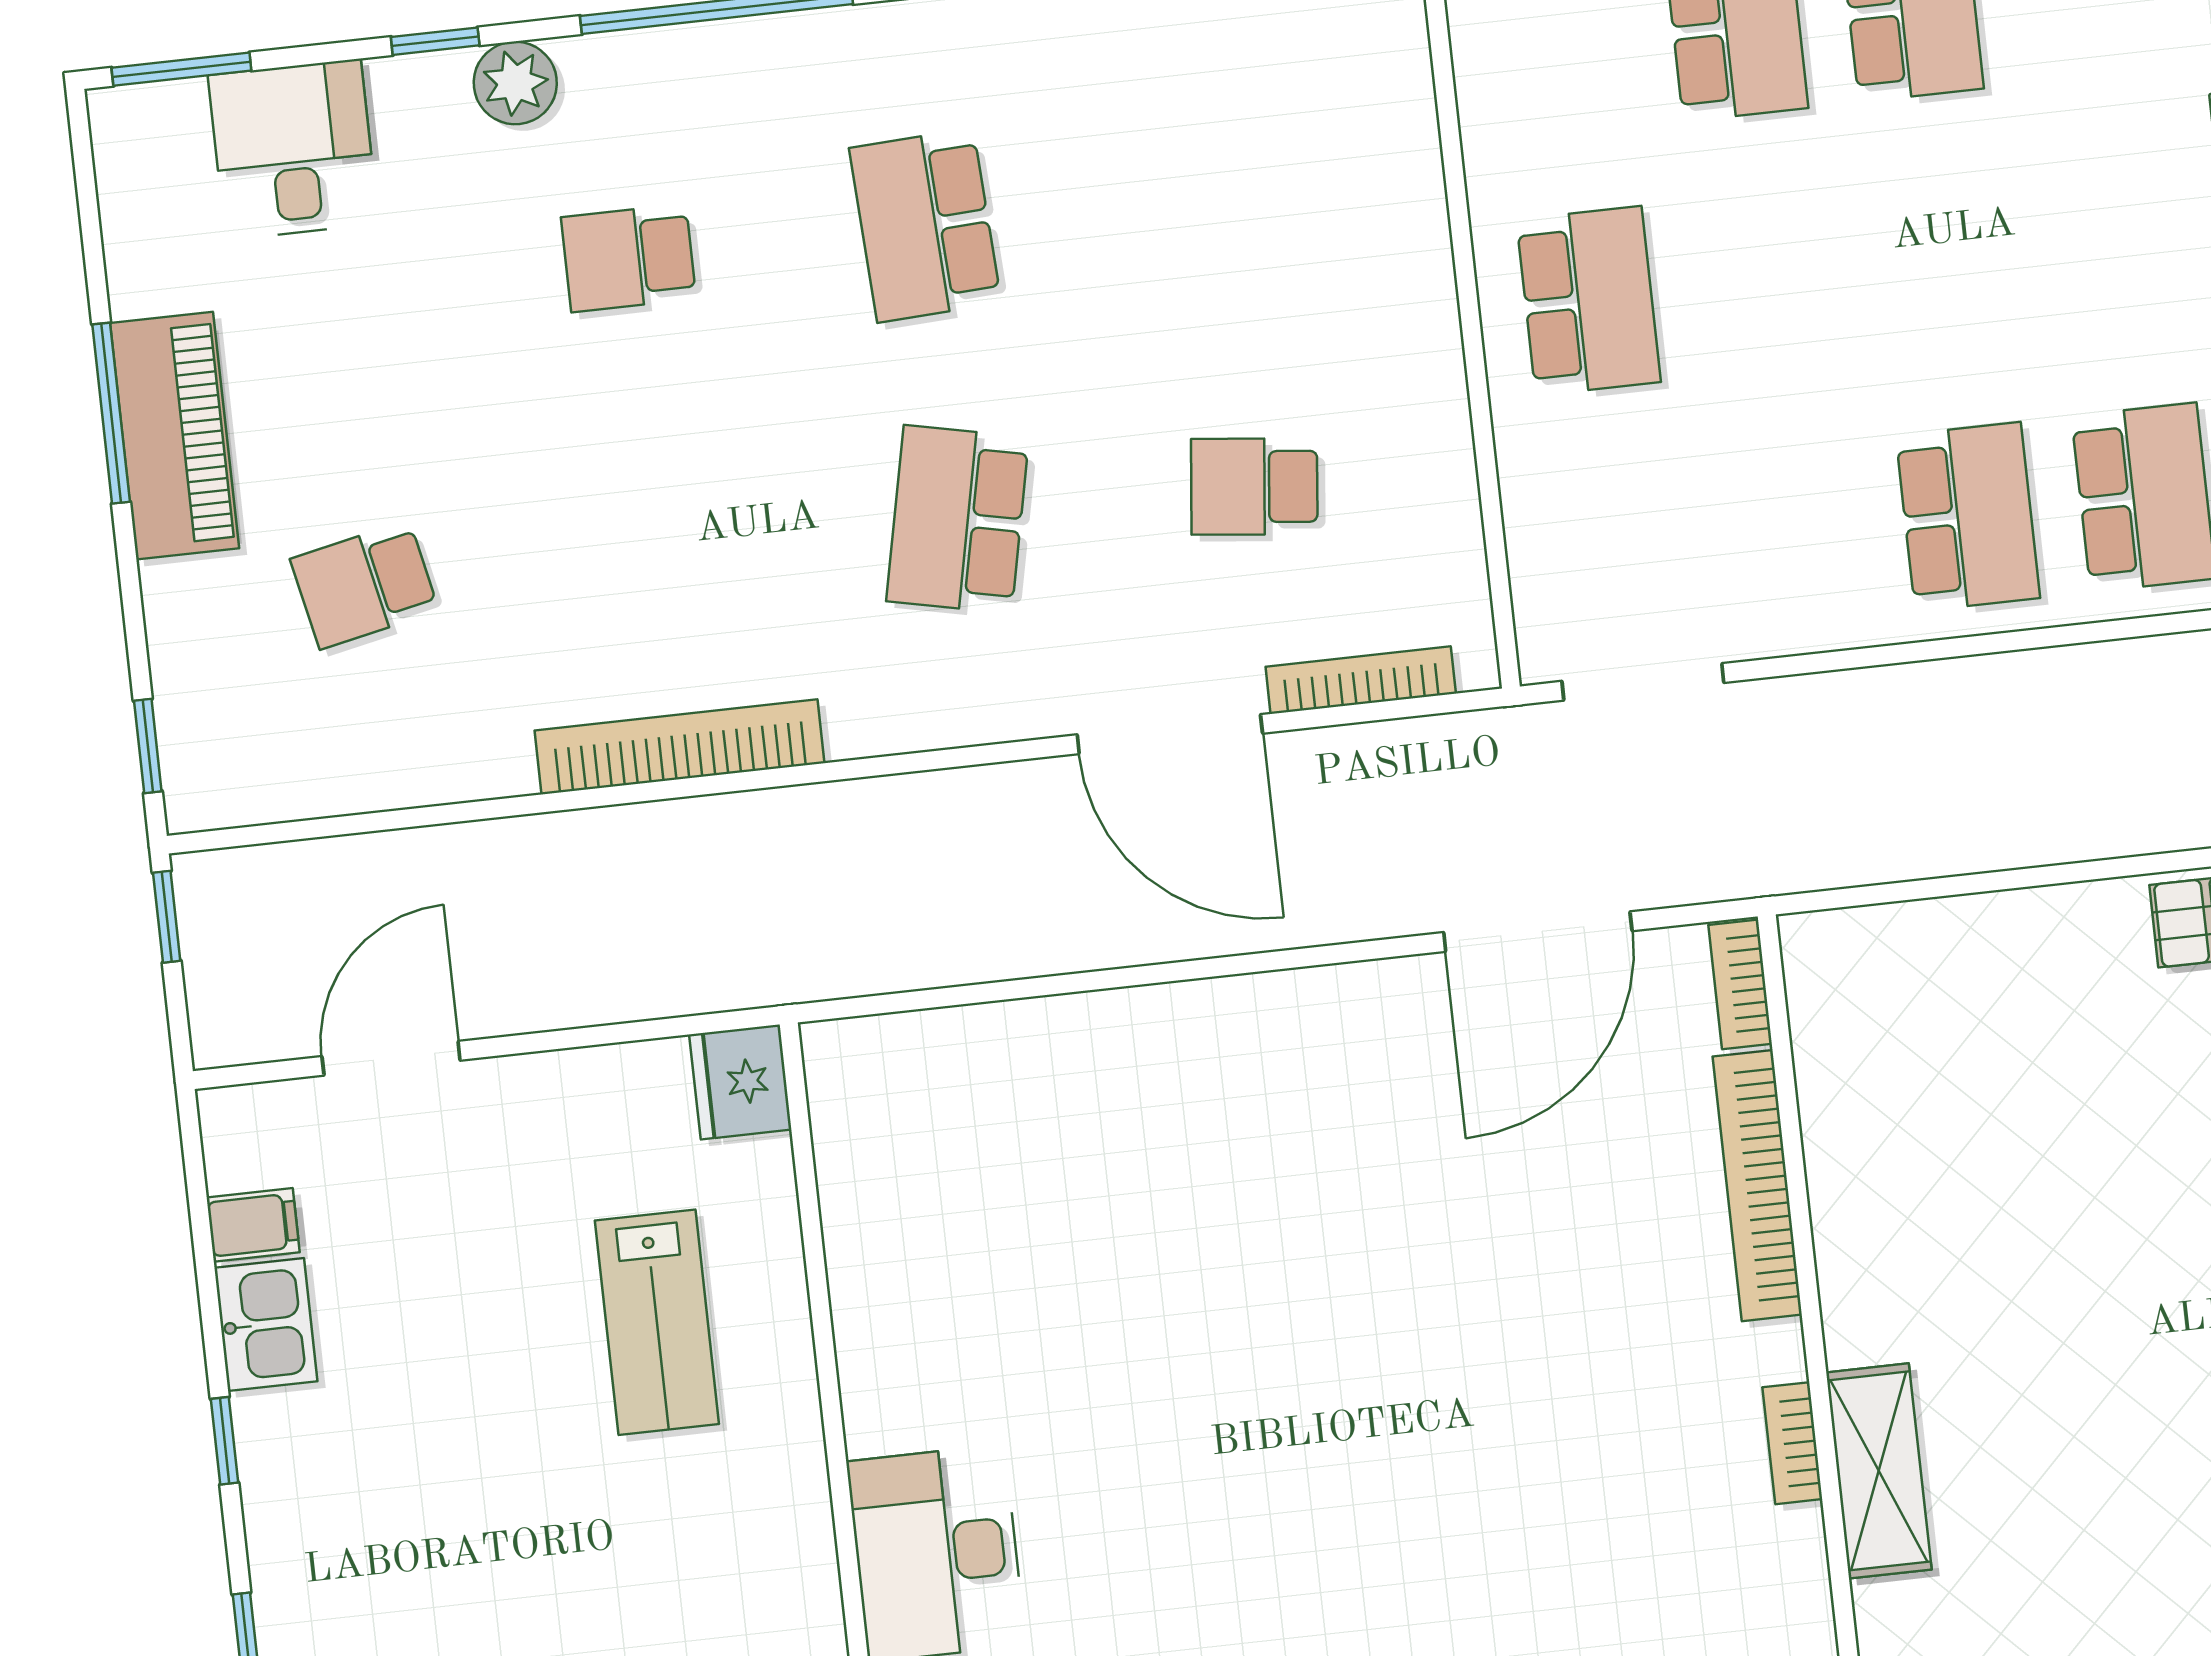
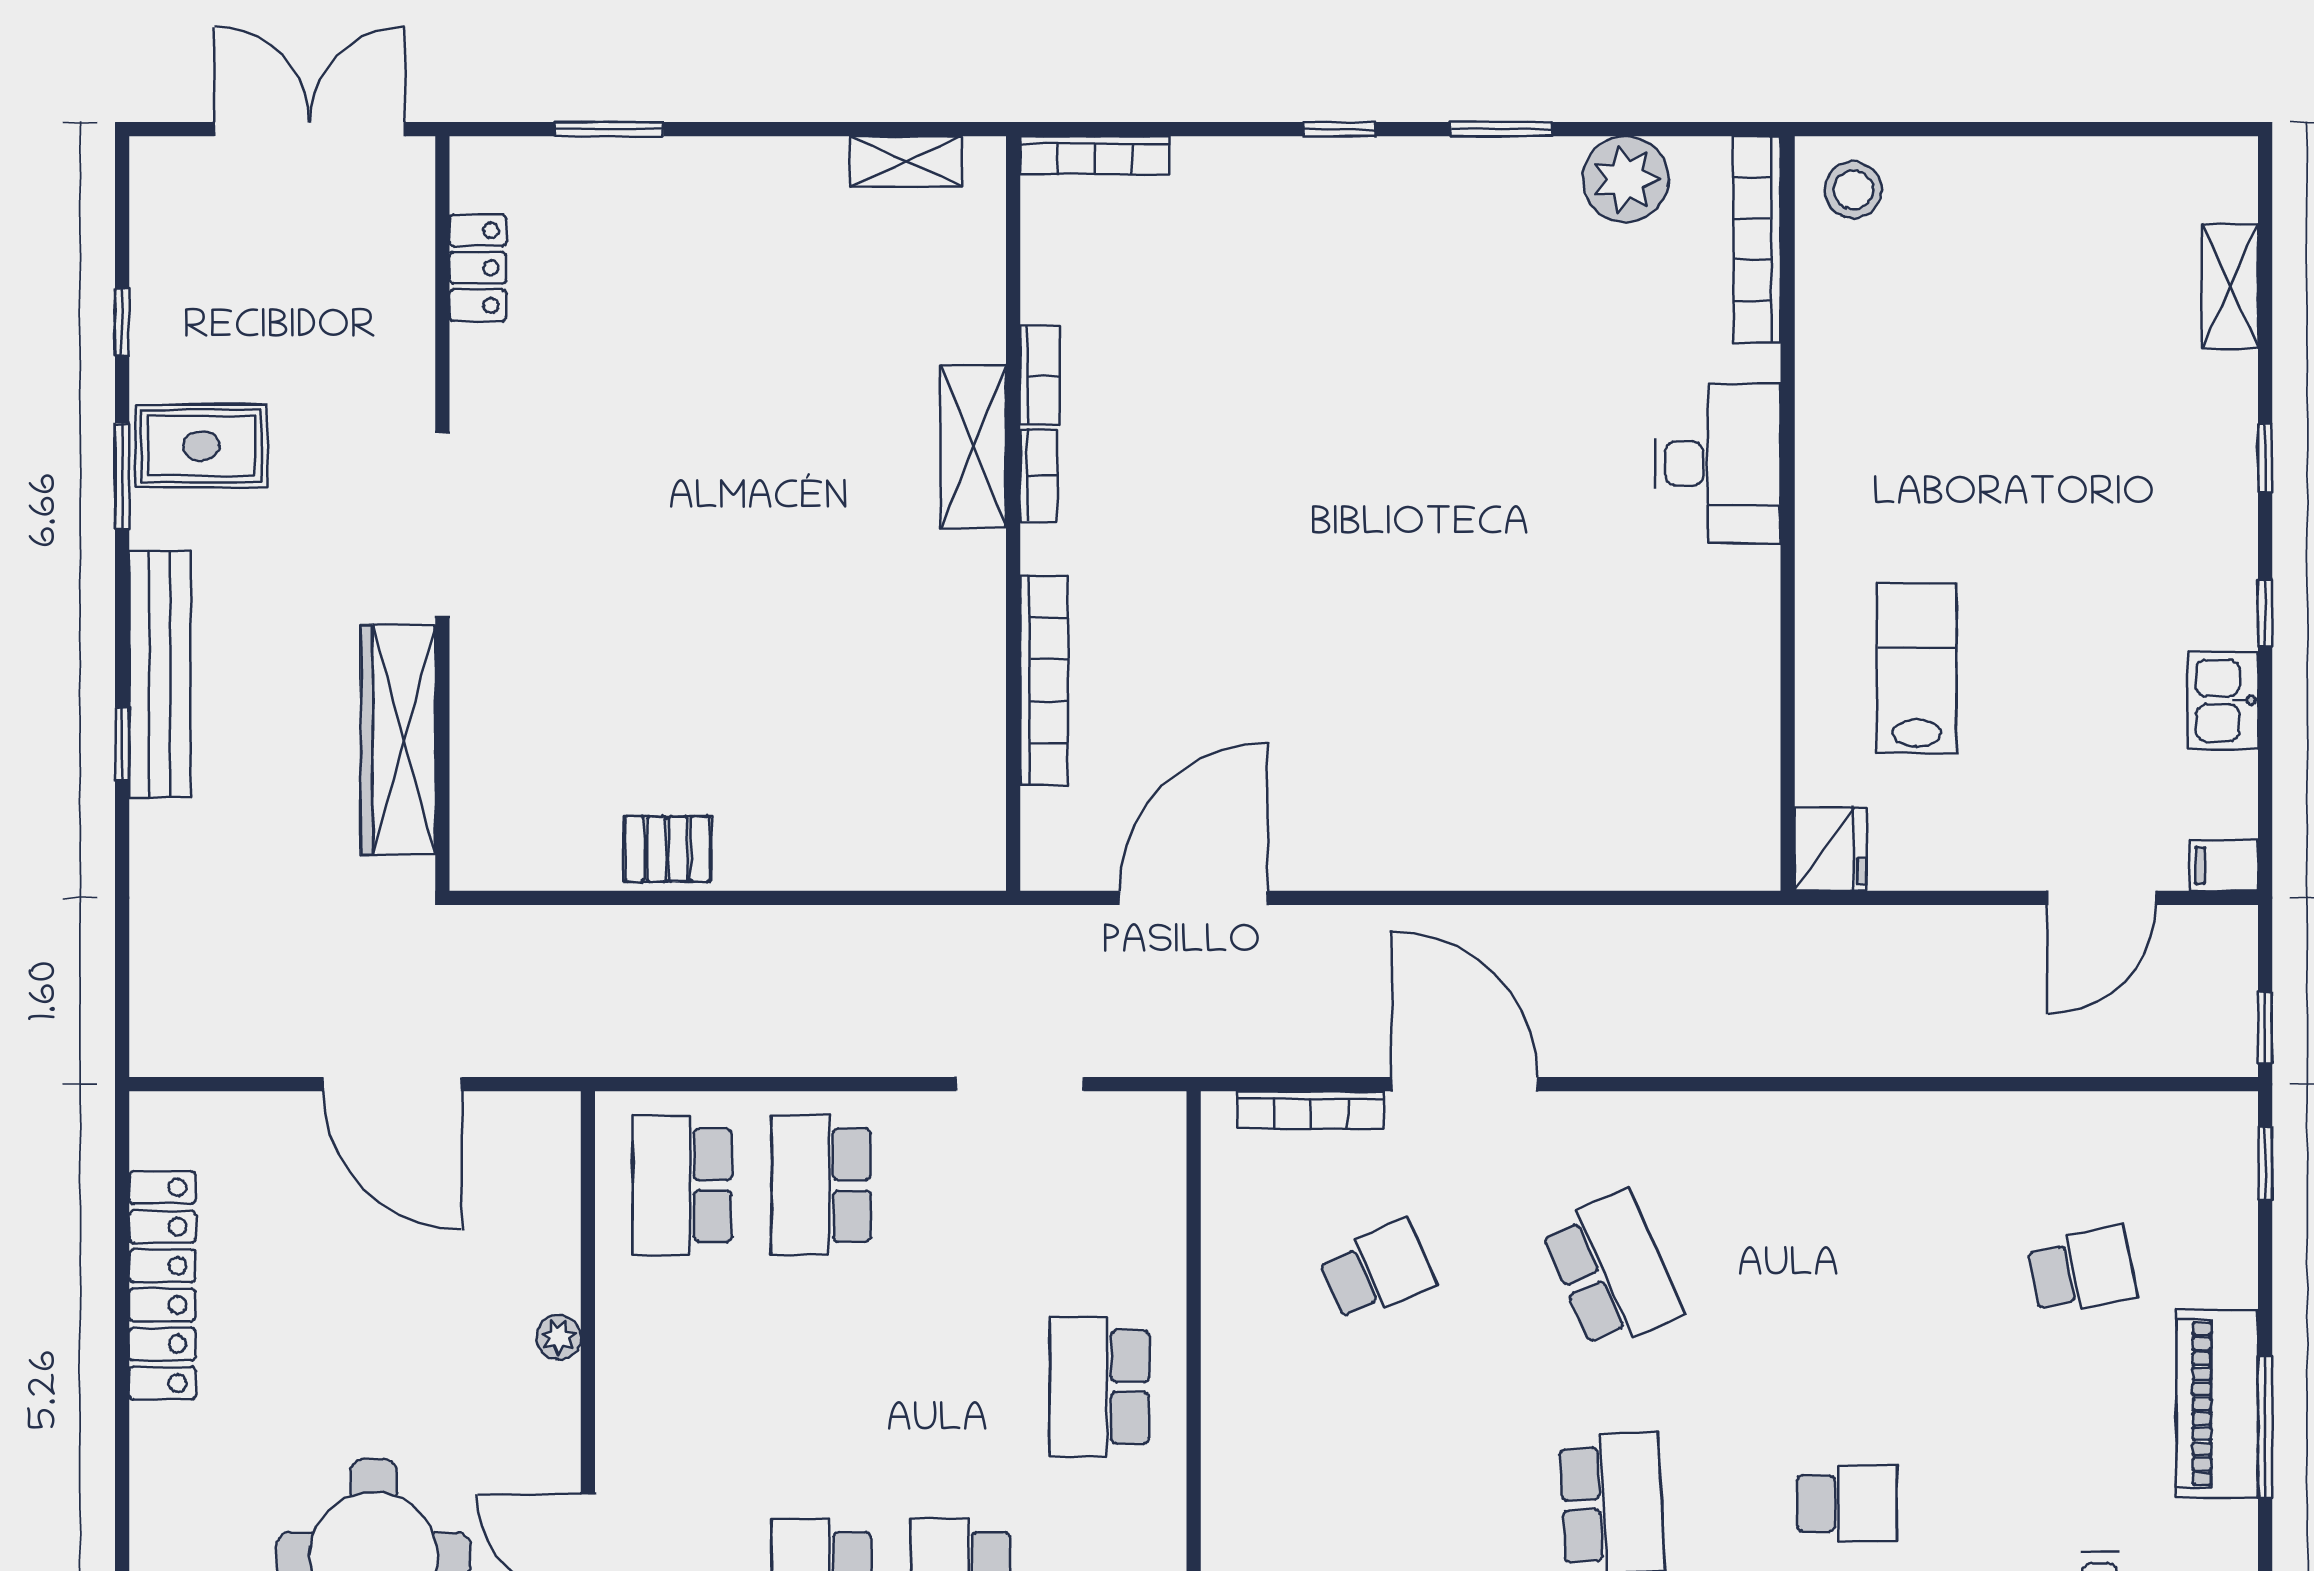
school desk: (1254, 487) -> (1377, 1271), turned -30
school desk: (958, 519) -> (1612, 1271), turned -36
doorway: (1643, 682) -> (1020, 1084), moved
bookcase: (679, 747) -> (1849, 1117), removed
bookcase: (1740, 984) -> (1040, 375), moved
filing cabinet: (253, 1225) -> (2224, 865), moved

